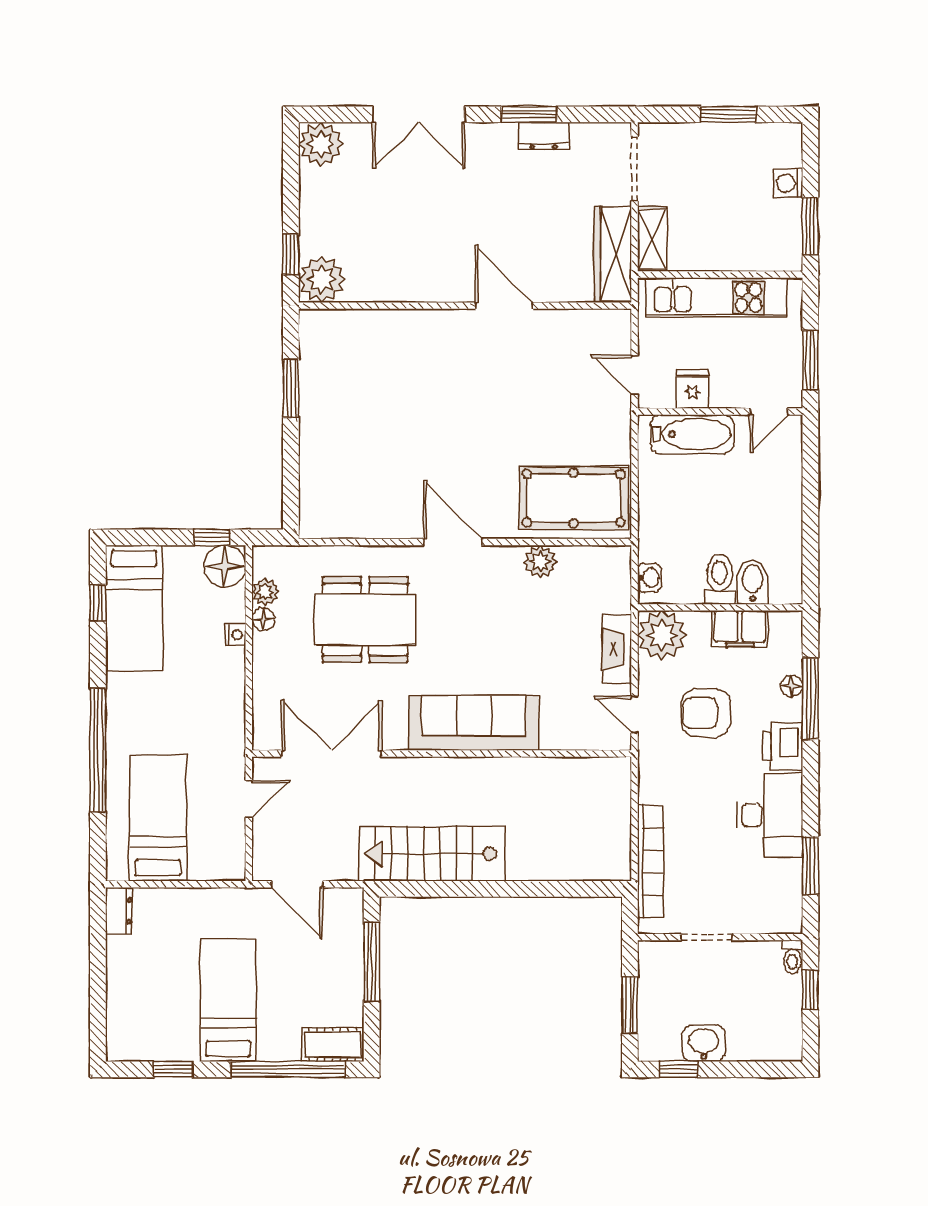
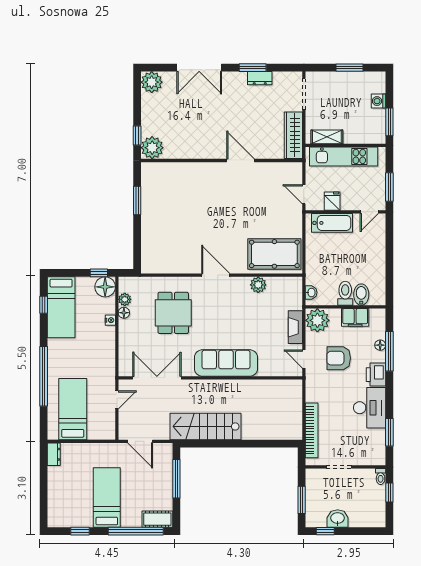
shelving: (652, 239) -> (327, 137), moved, turned 90
dining table: (365, 620) -> (173, 313), width x0.73

